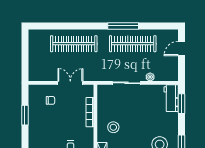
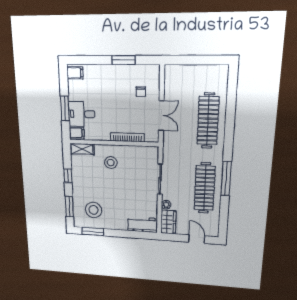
wardrobe: (167, 74) -> (168, 222), added
window: (181, 104) -> (137, 235), removed

